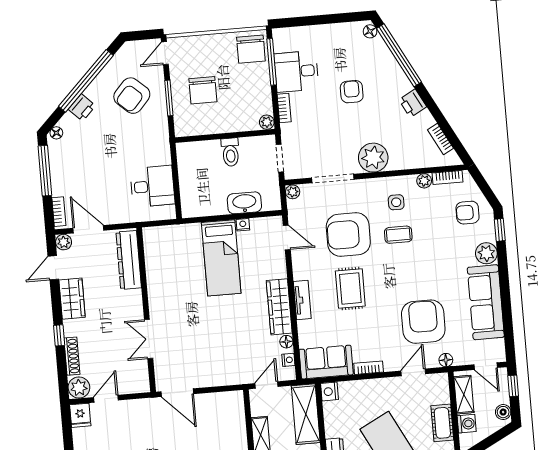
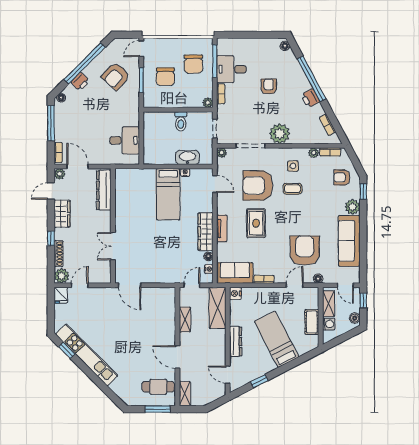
chair: (251, 49) -> (193, 64), moved
window: (399, 55) -> (311, 79), moved

